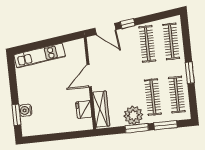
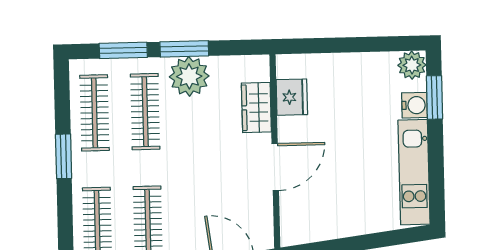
kitchen unit: (40, 56) -> (414, 172), moved, turned -83
wardrobe: (101, 109) -> (256, 108), width x0.67
plant: (28, 129) -> (412, 65), added

